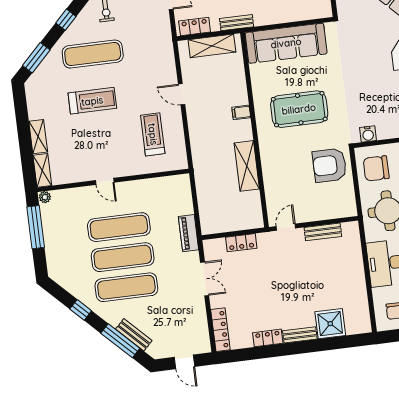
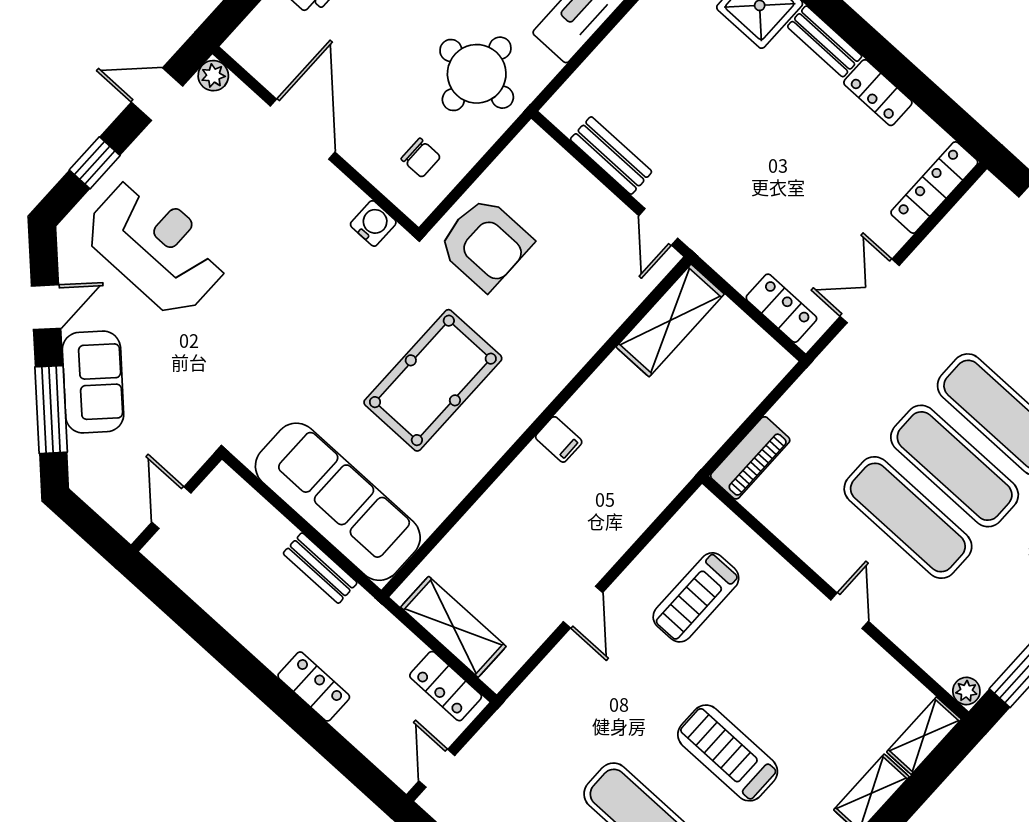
bench: (237, 23) -> (320, 568), moved
pool table: (299, 109) -> (433, 380), turned 90
filing cabinet: (241, 112) -> (559, 439), moved
shelving: (247, 166) -> (670, 320), moved
chair: (376, 168) -> (421, 158), width x0.54, depth x0.54
door: (286, 227) -> (658, 227), hinge flipped
piano: (189, 233) -> (750, 458), moved
locker: (241, 243) -> (781, 308), moved

